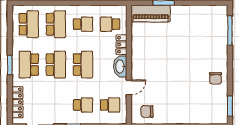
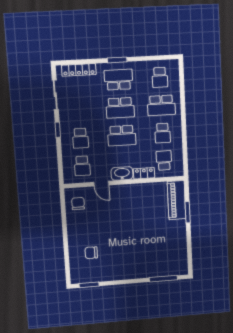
school desk: (29, 24) -> (160, 77), width x0.54
chair: (215, 78) -> (91, 253), moved

